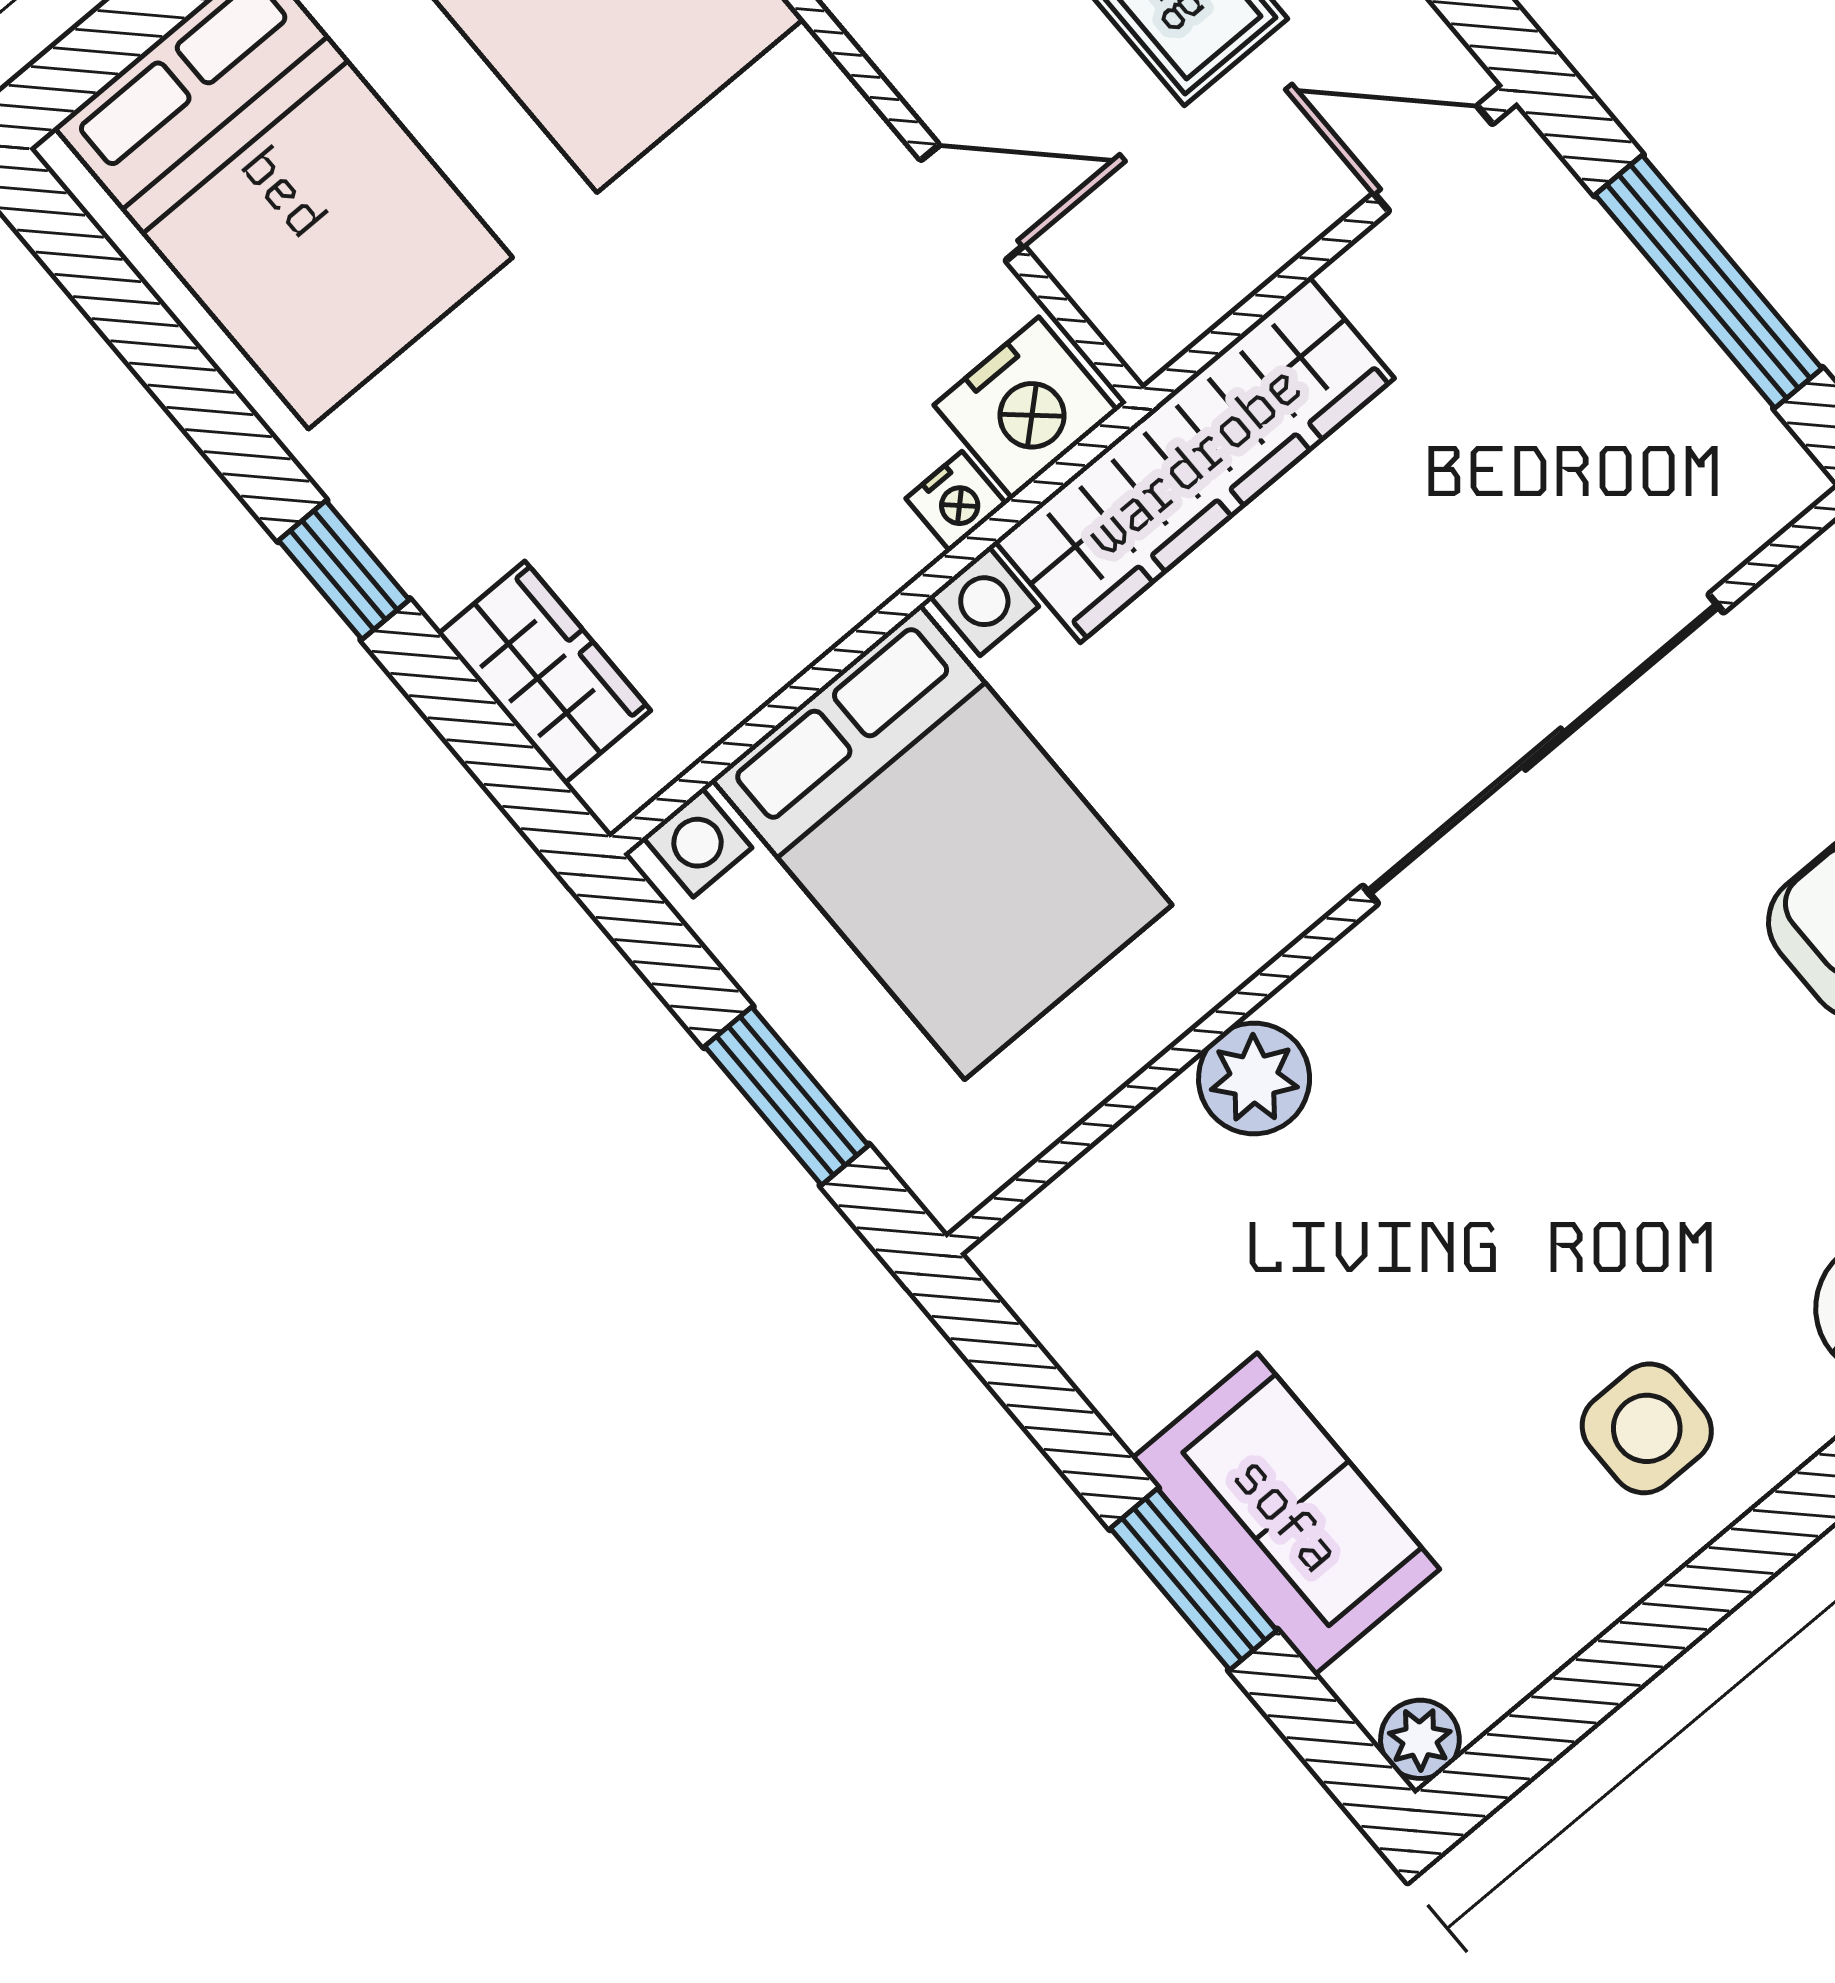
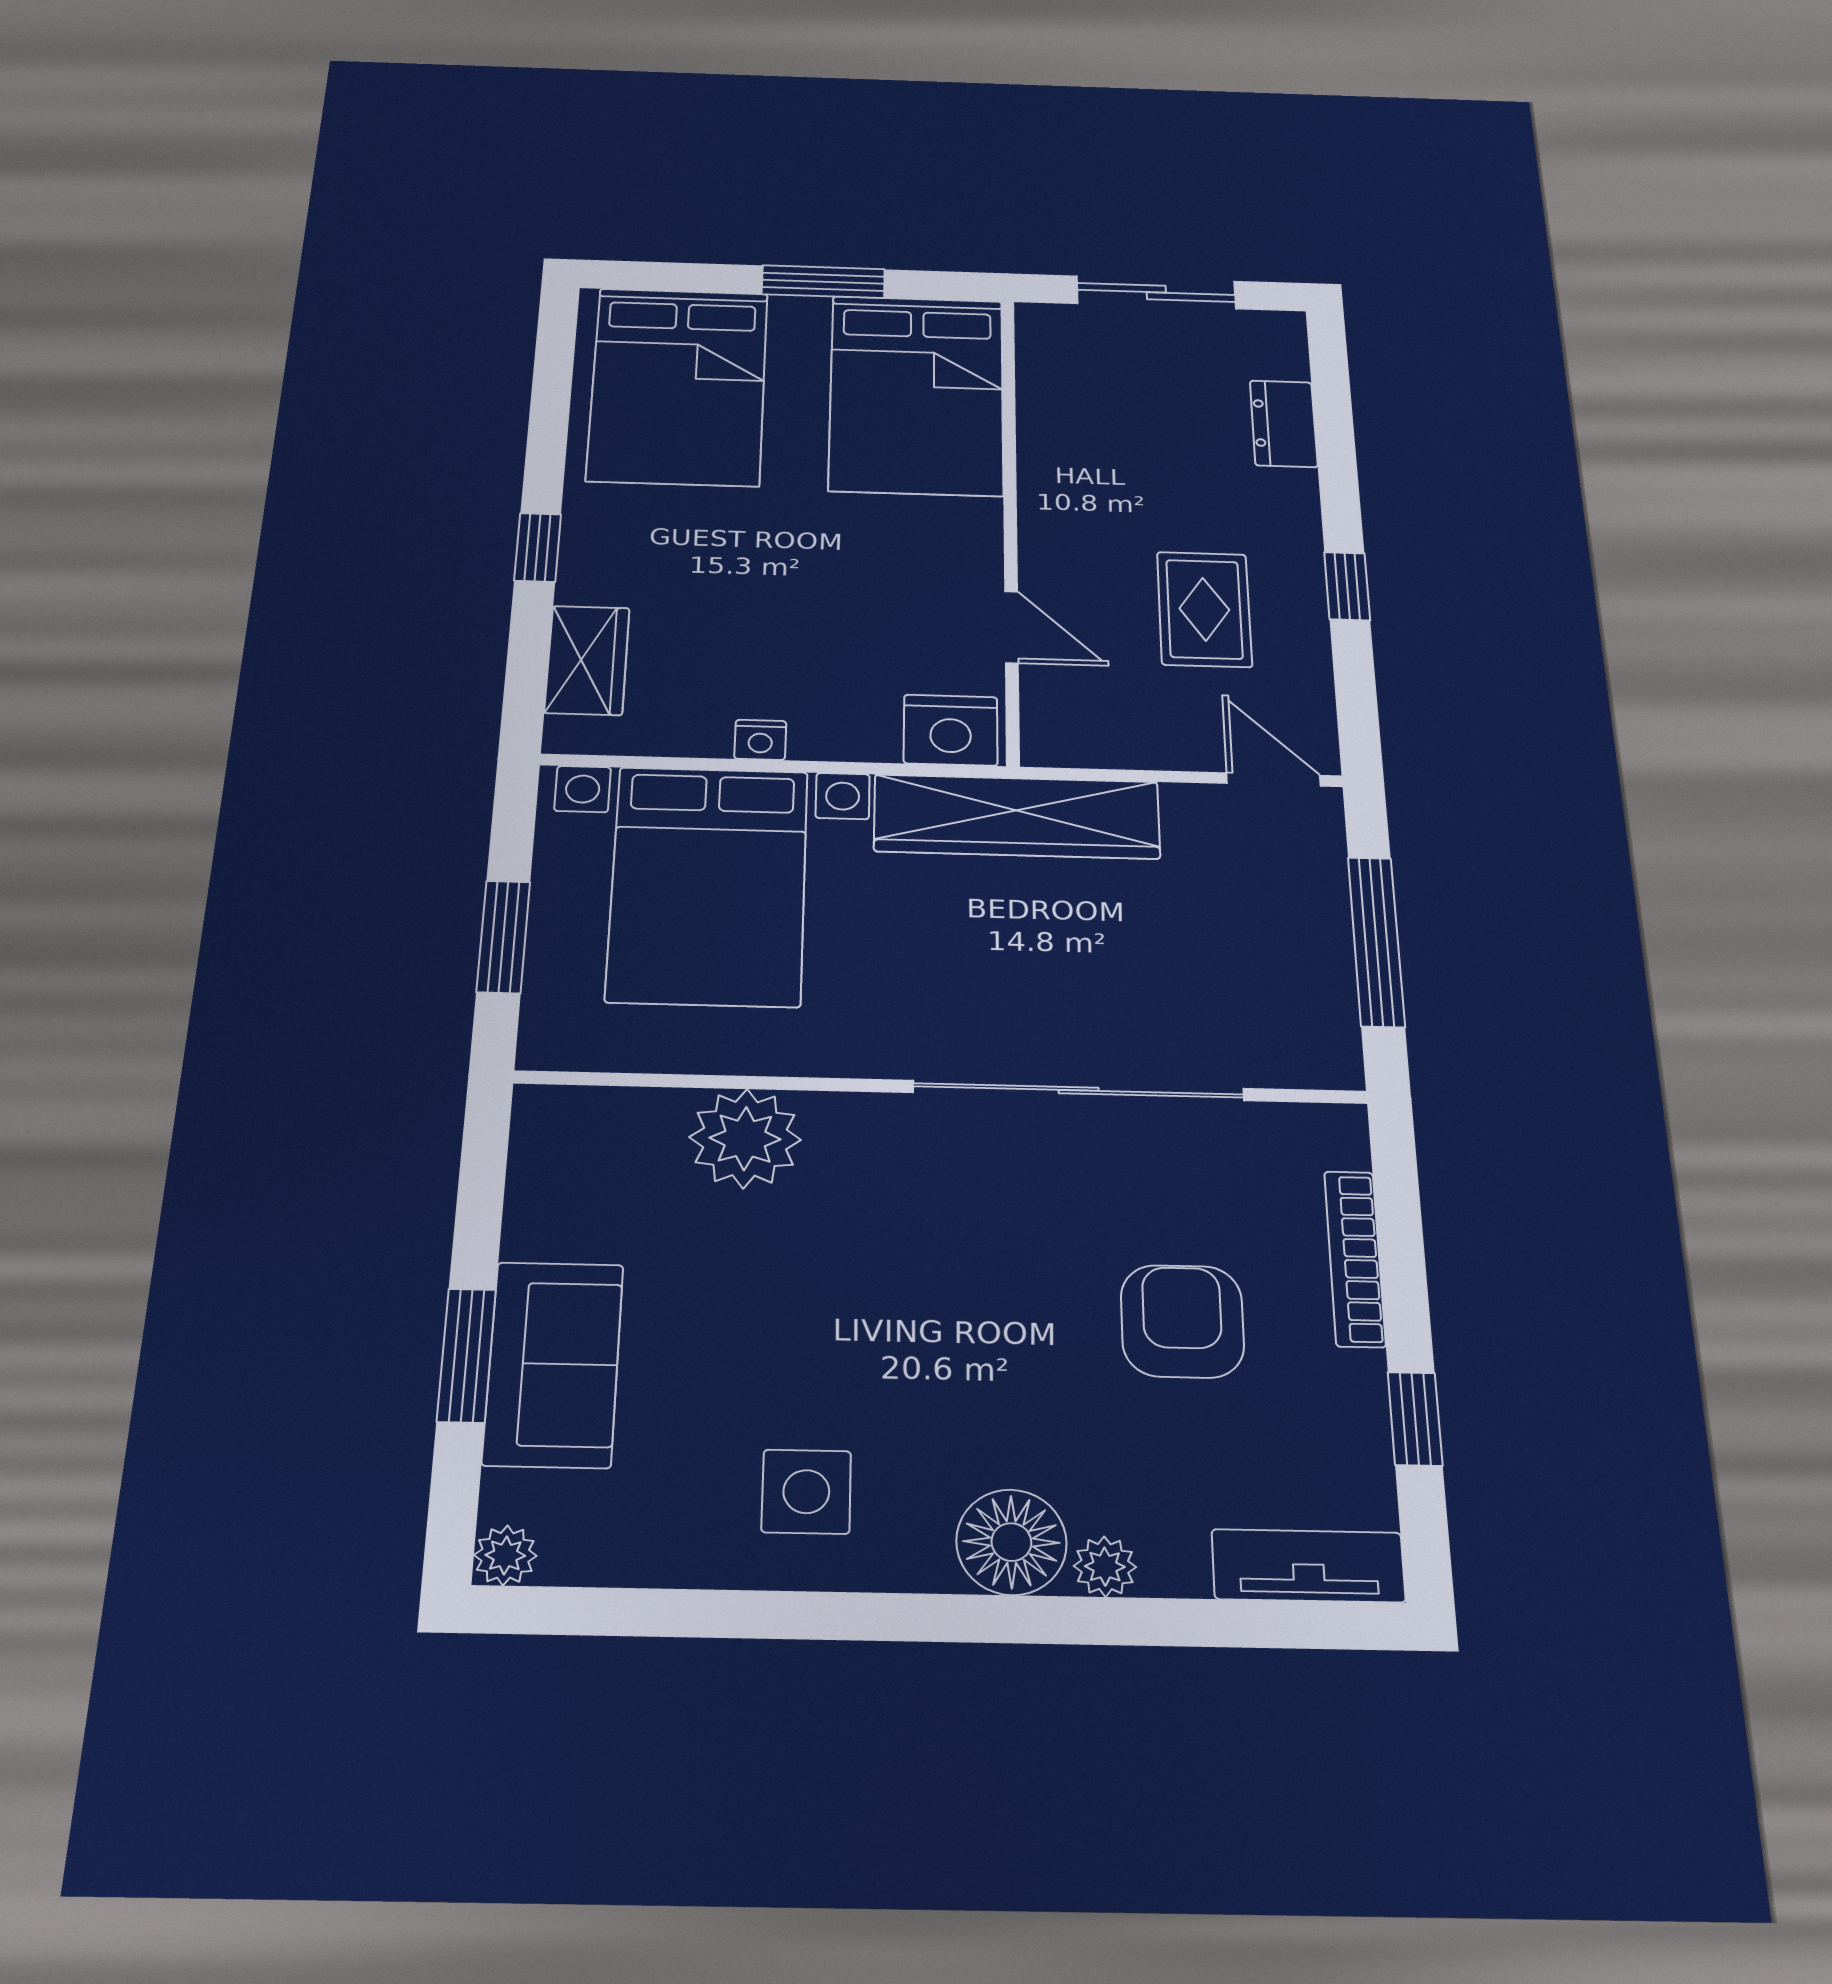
nightstand: (956, 501) -> (760, 740), moved
plant: (1254, 1078) -> (745, 1139), width x1.36, depth x1.36

